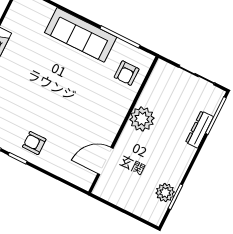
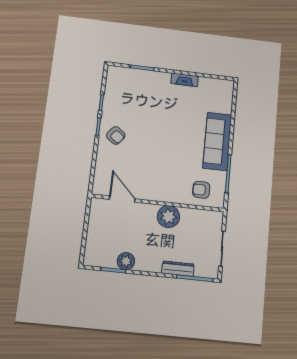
armchair: (34, 143) -> (116, 136), turned 127
plant: (165, 193) -> (126, 261), moved

